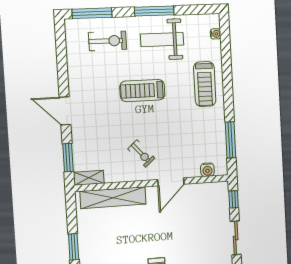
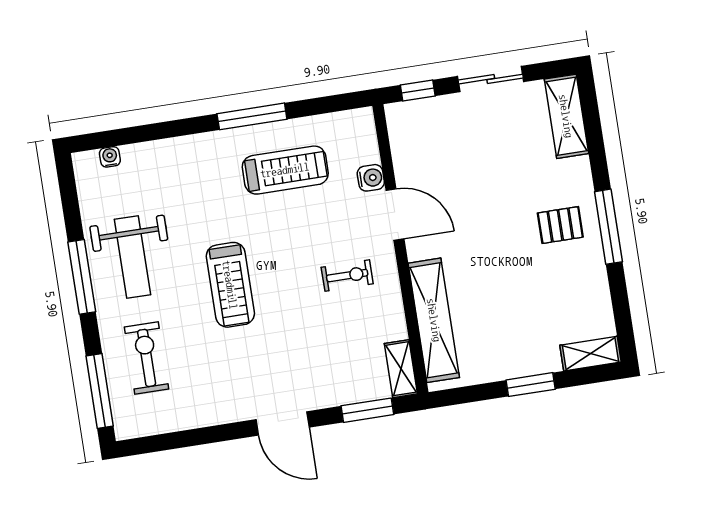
treadmill: (205, 84) -> (285, 170), moved
door: (65, 111) -> (283, 423), hinge flipped
window: (230, 140) -> (252, 116), moved
exercise bike: (141, 154) -> (347, 276), turned 41
water cooler: (207, 170) -> (371, 178), moved

